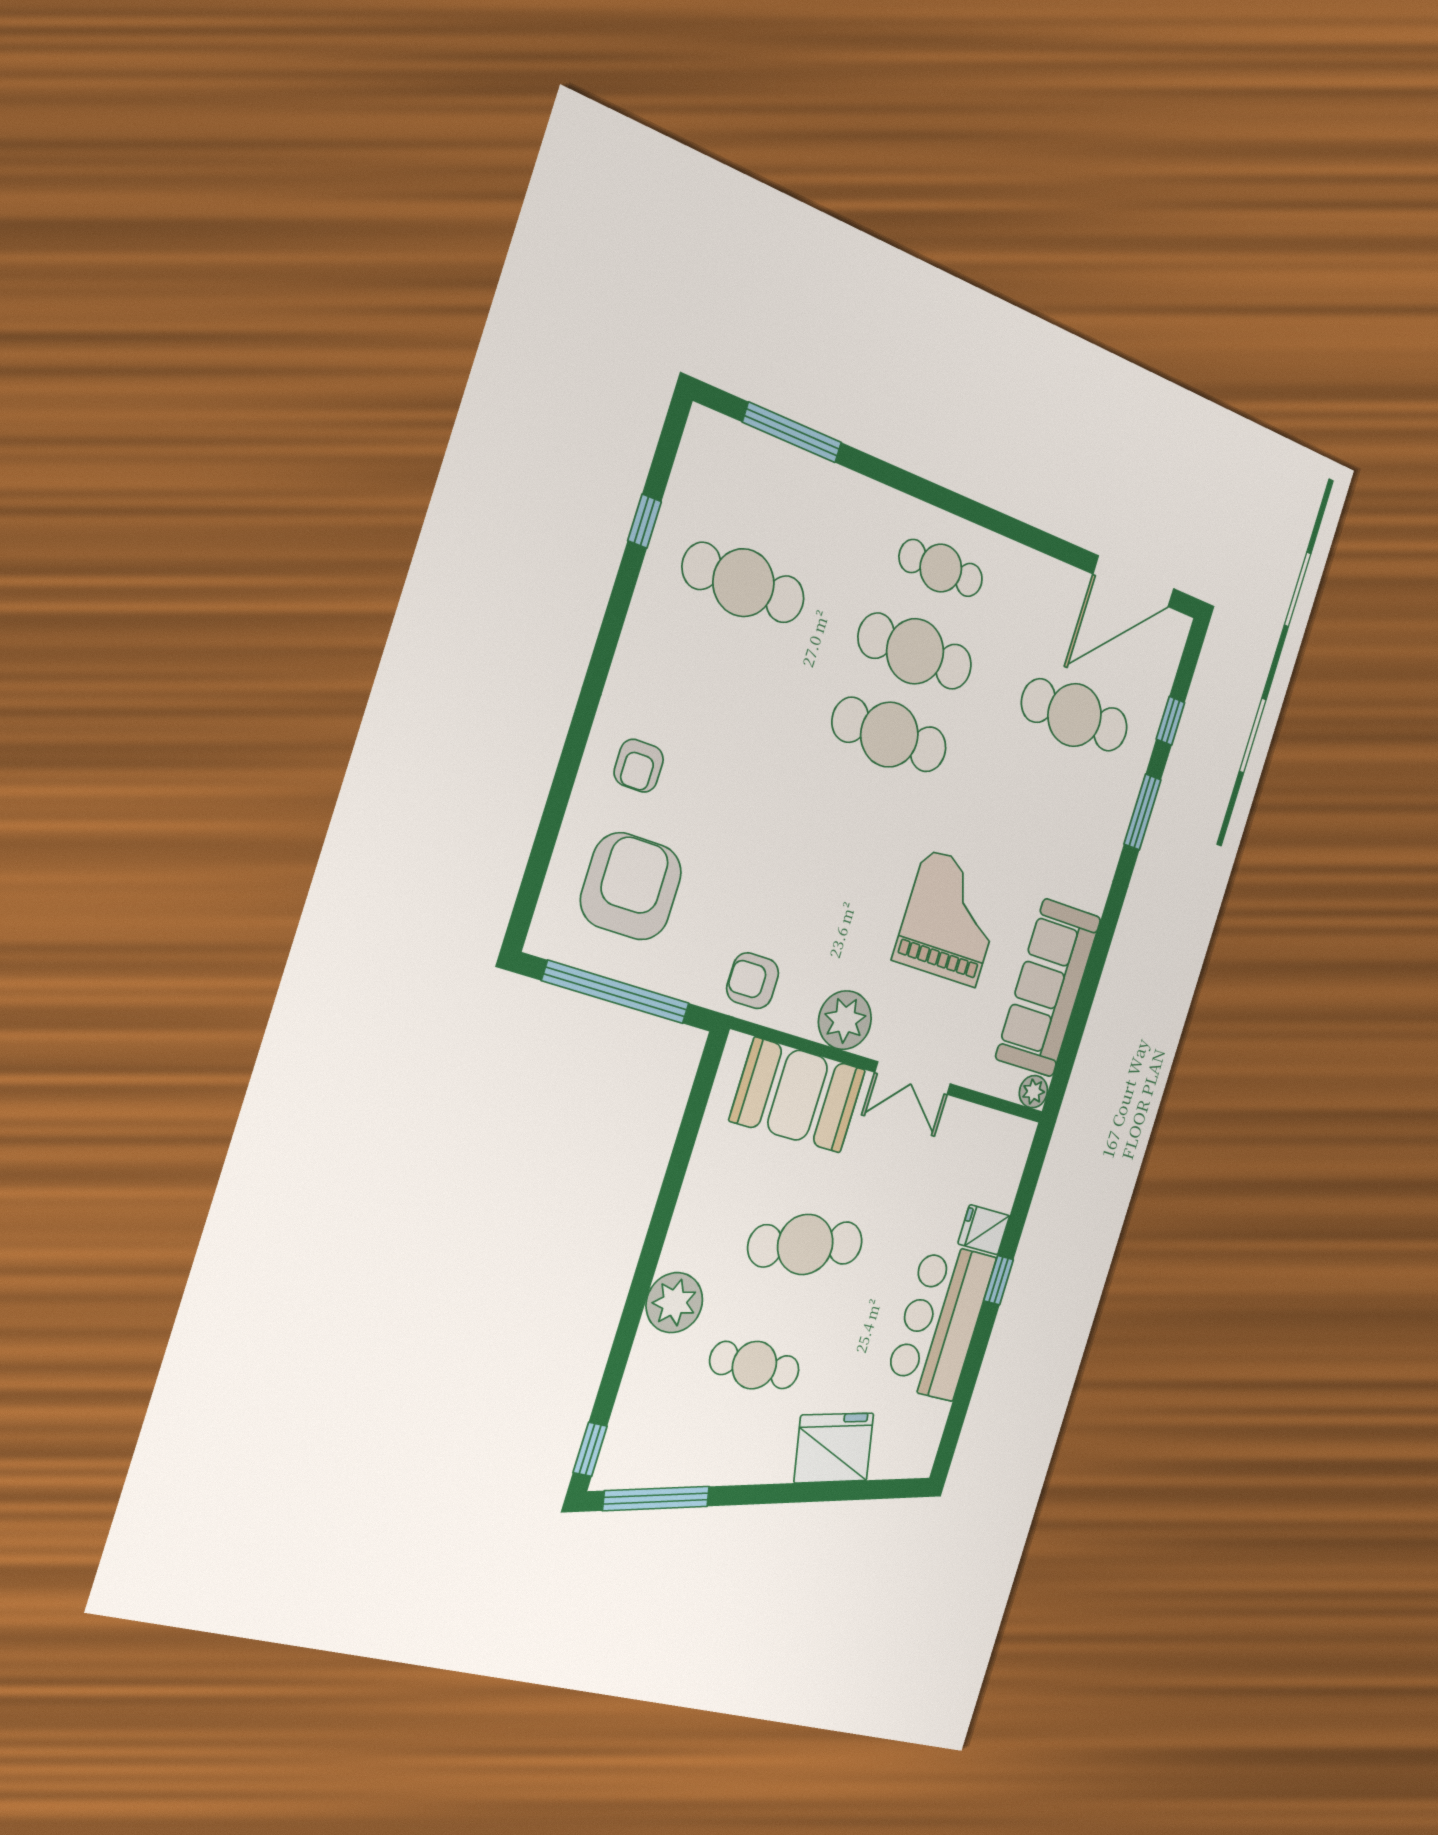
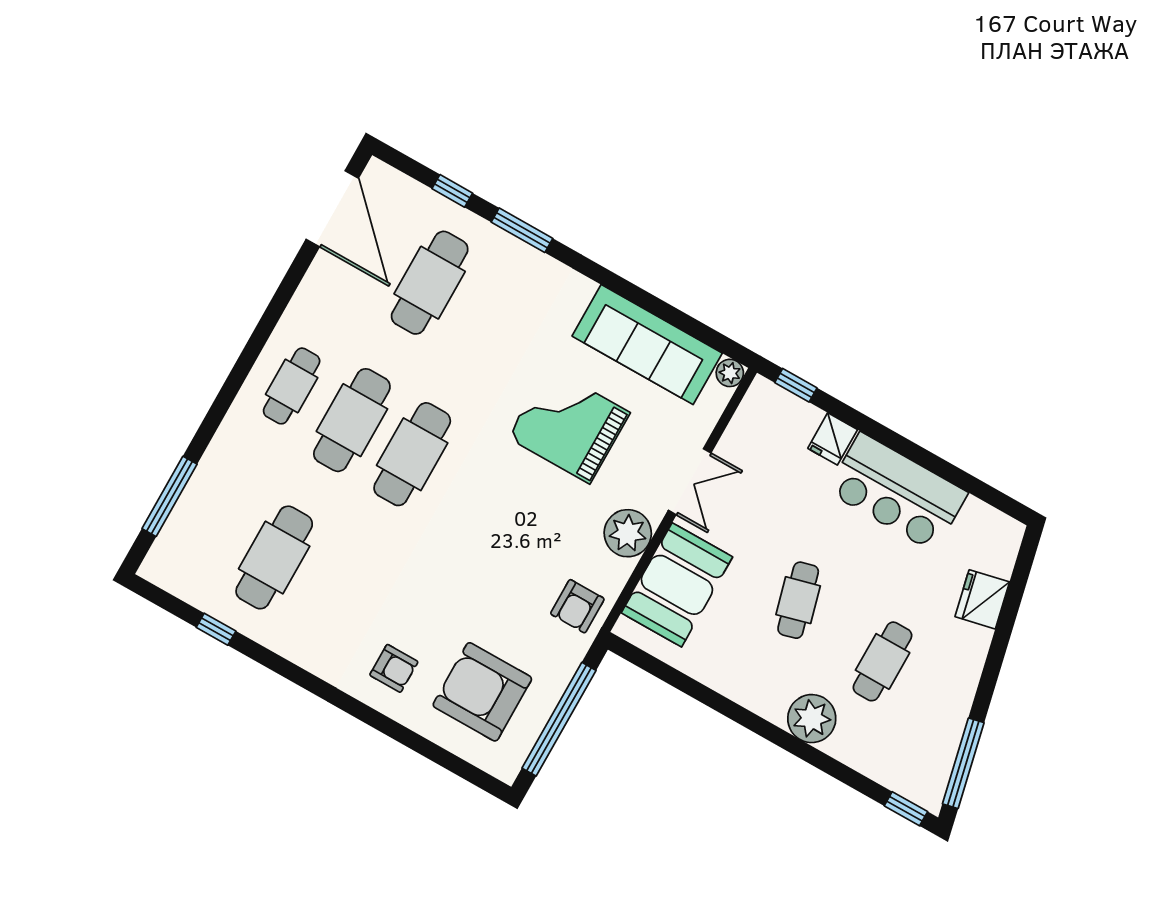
cafe table: (805, 1244) -> (798, 600), width x0.73, depth x0.74
window: (999, 1280) -> (796, 385), moved
fridge: (834, 1448) -> (982, 599), width x0.73, depth x0.75

